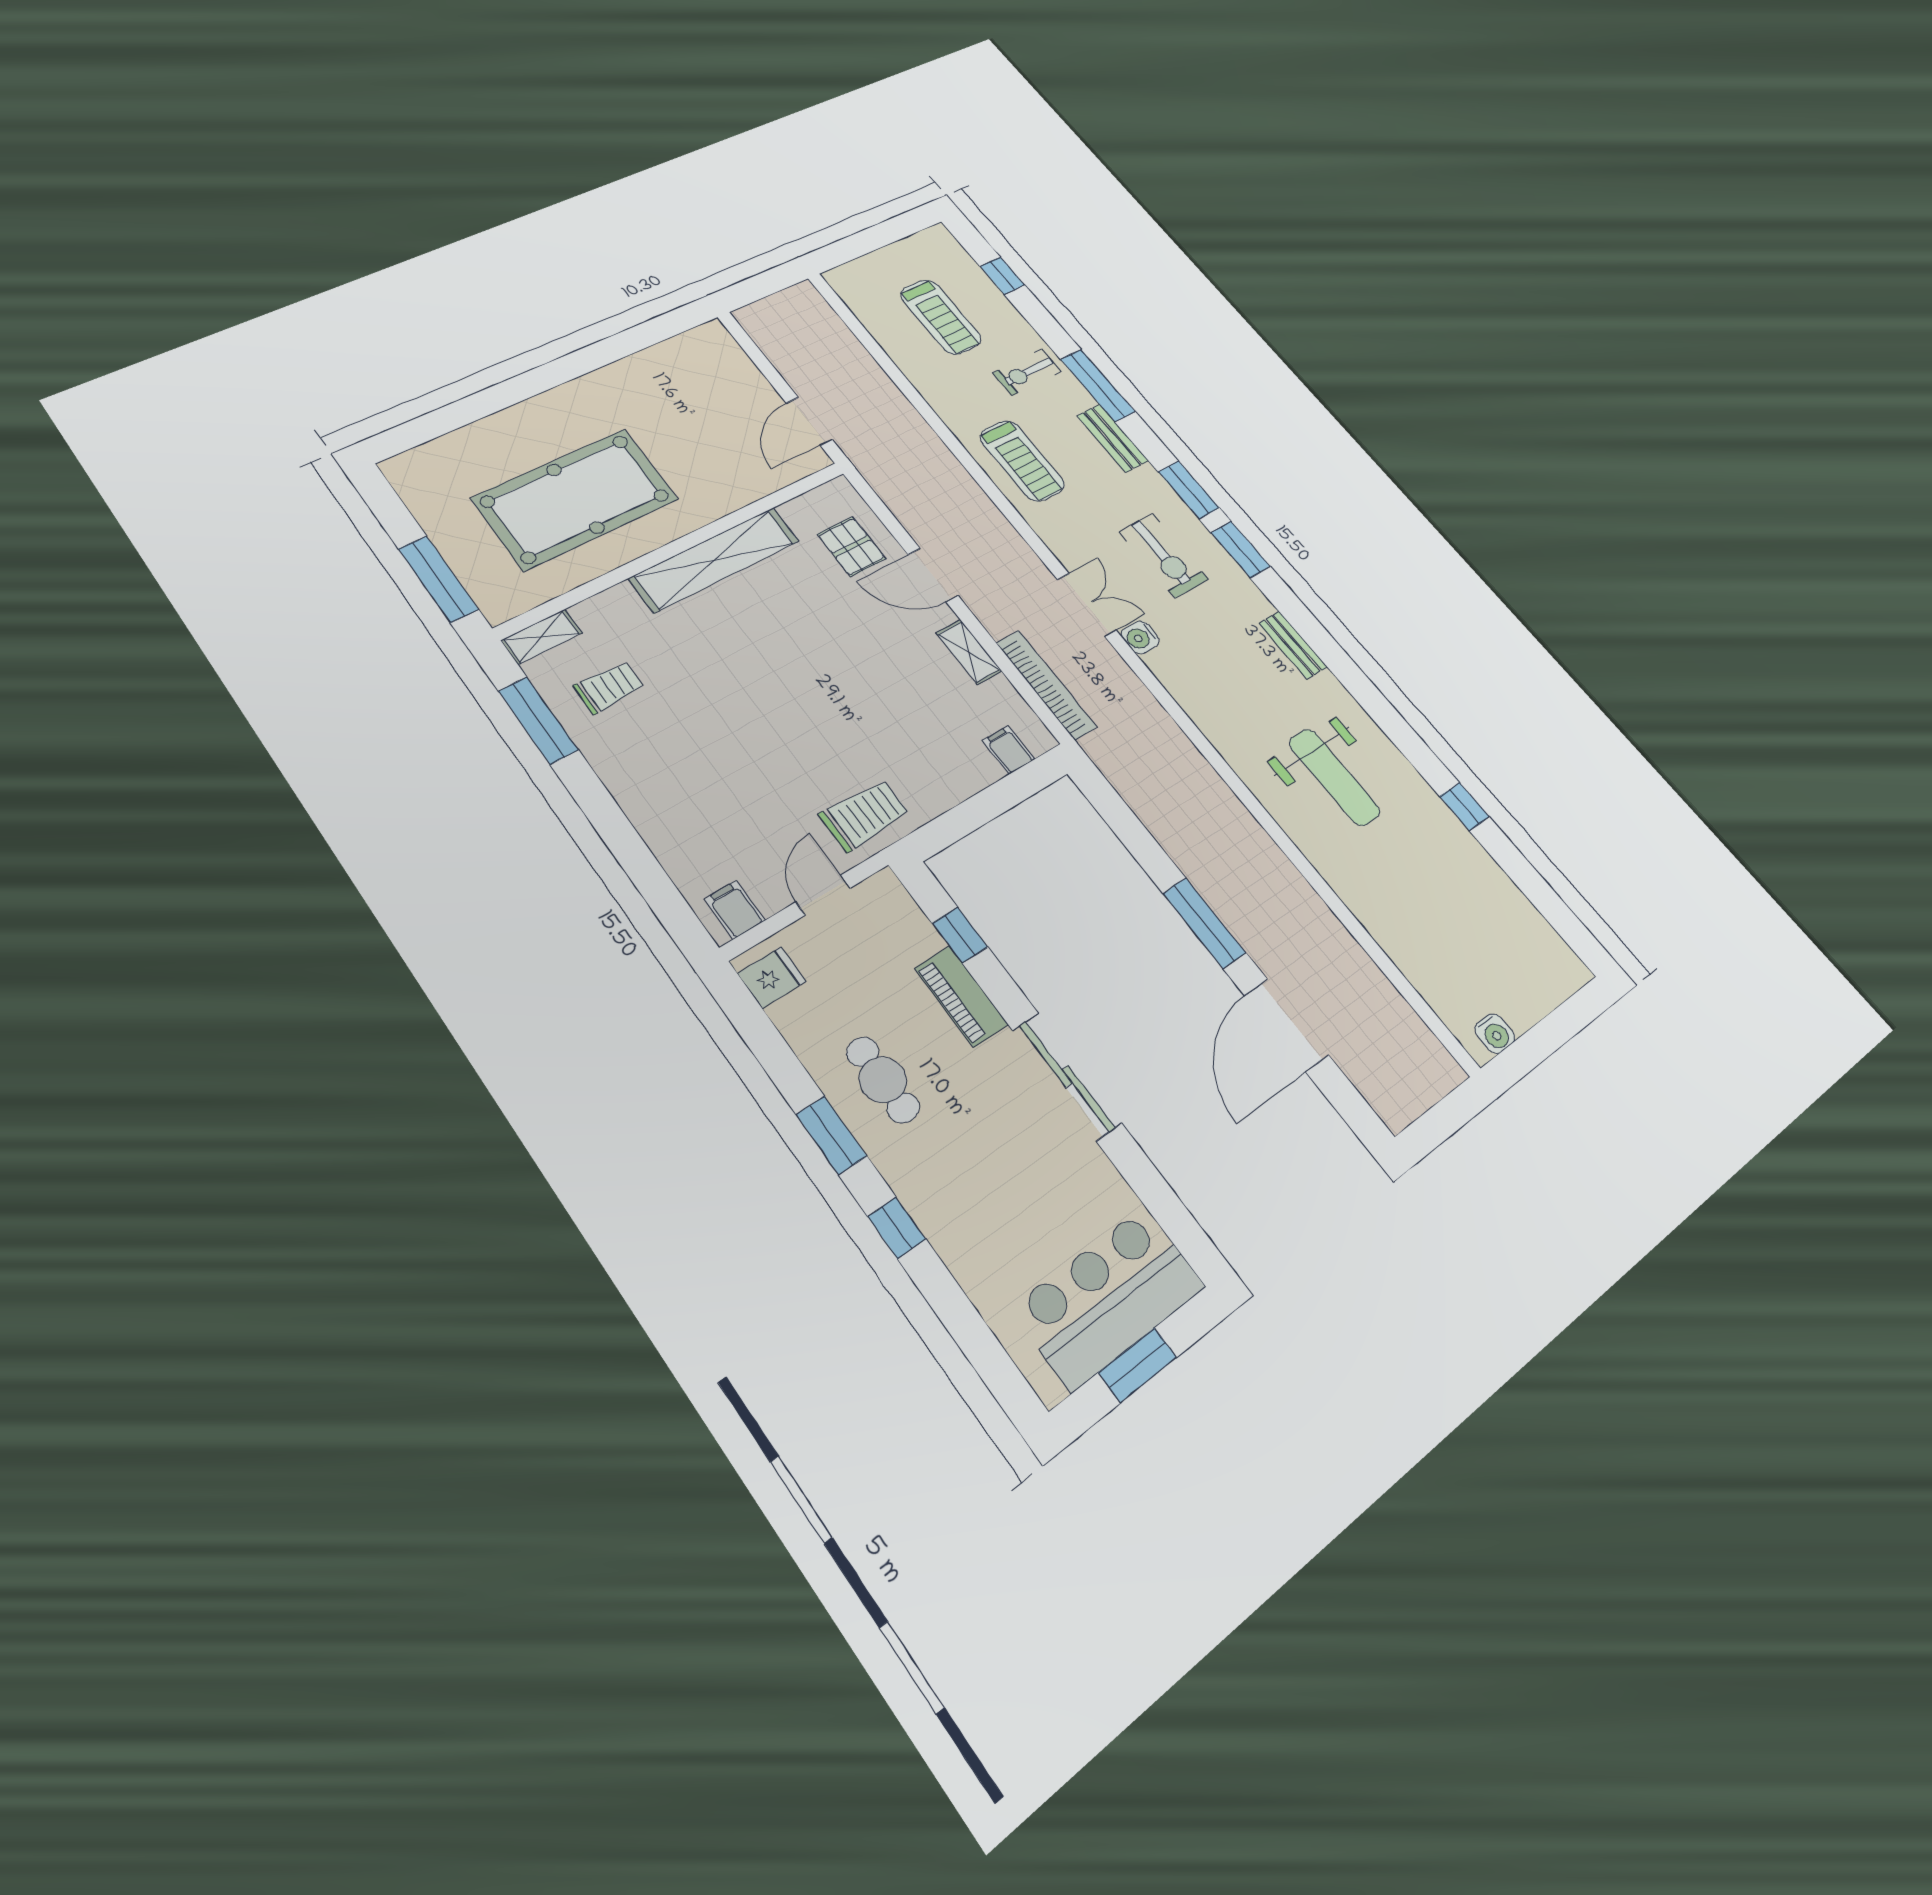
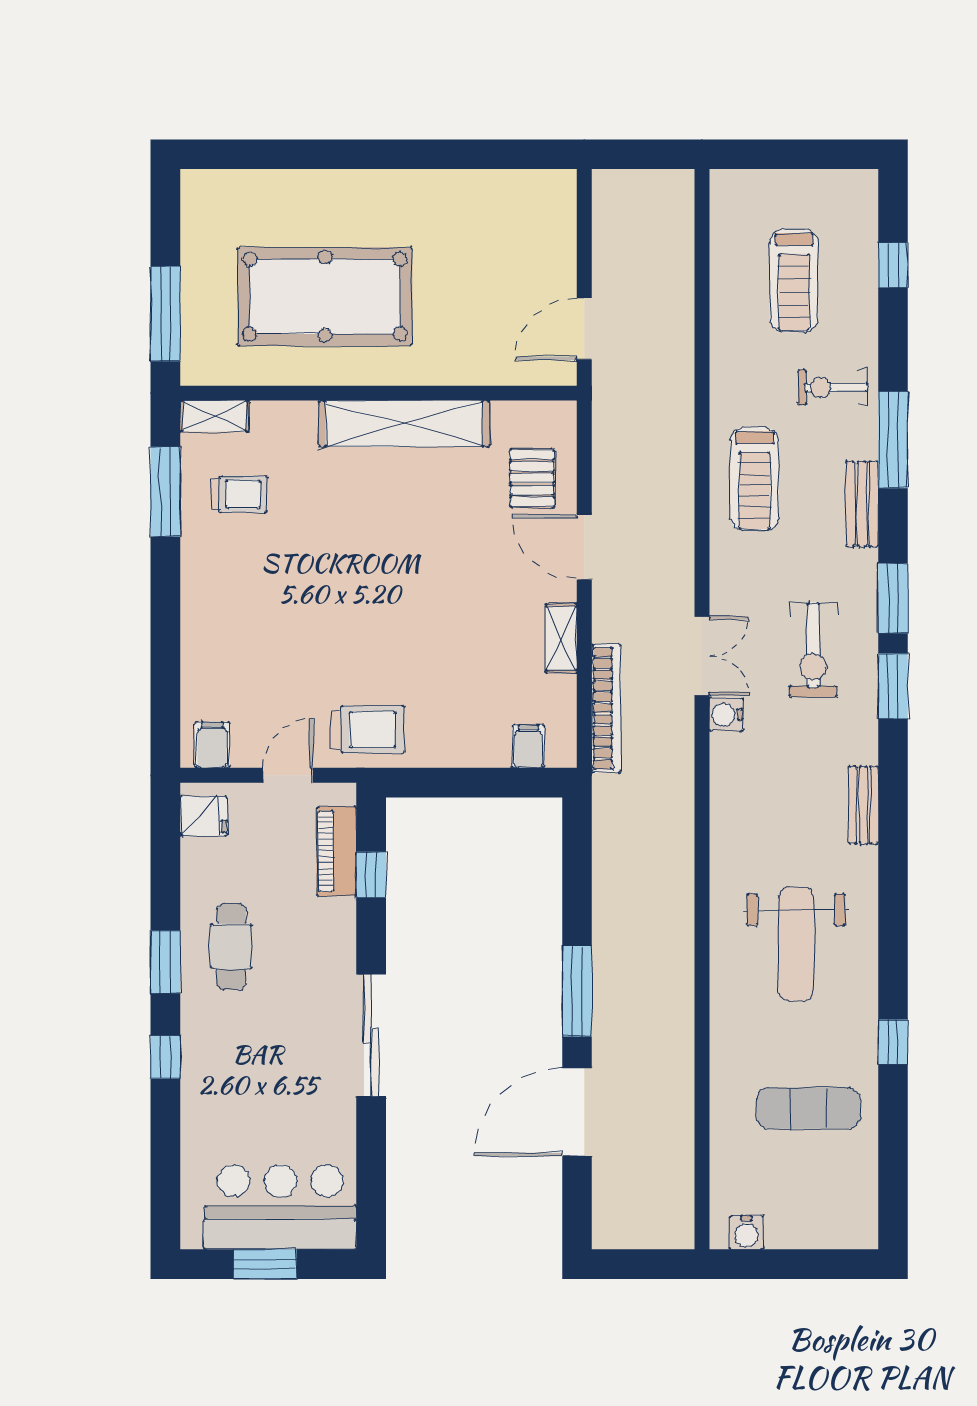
exercise mat: (1452, 899) -> (808, 1108), added
piano: (961, 996) -> (336, 851), moved

